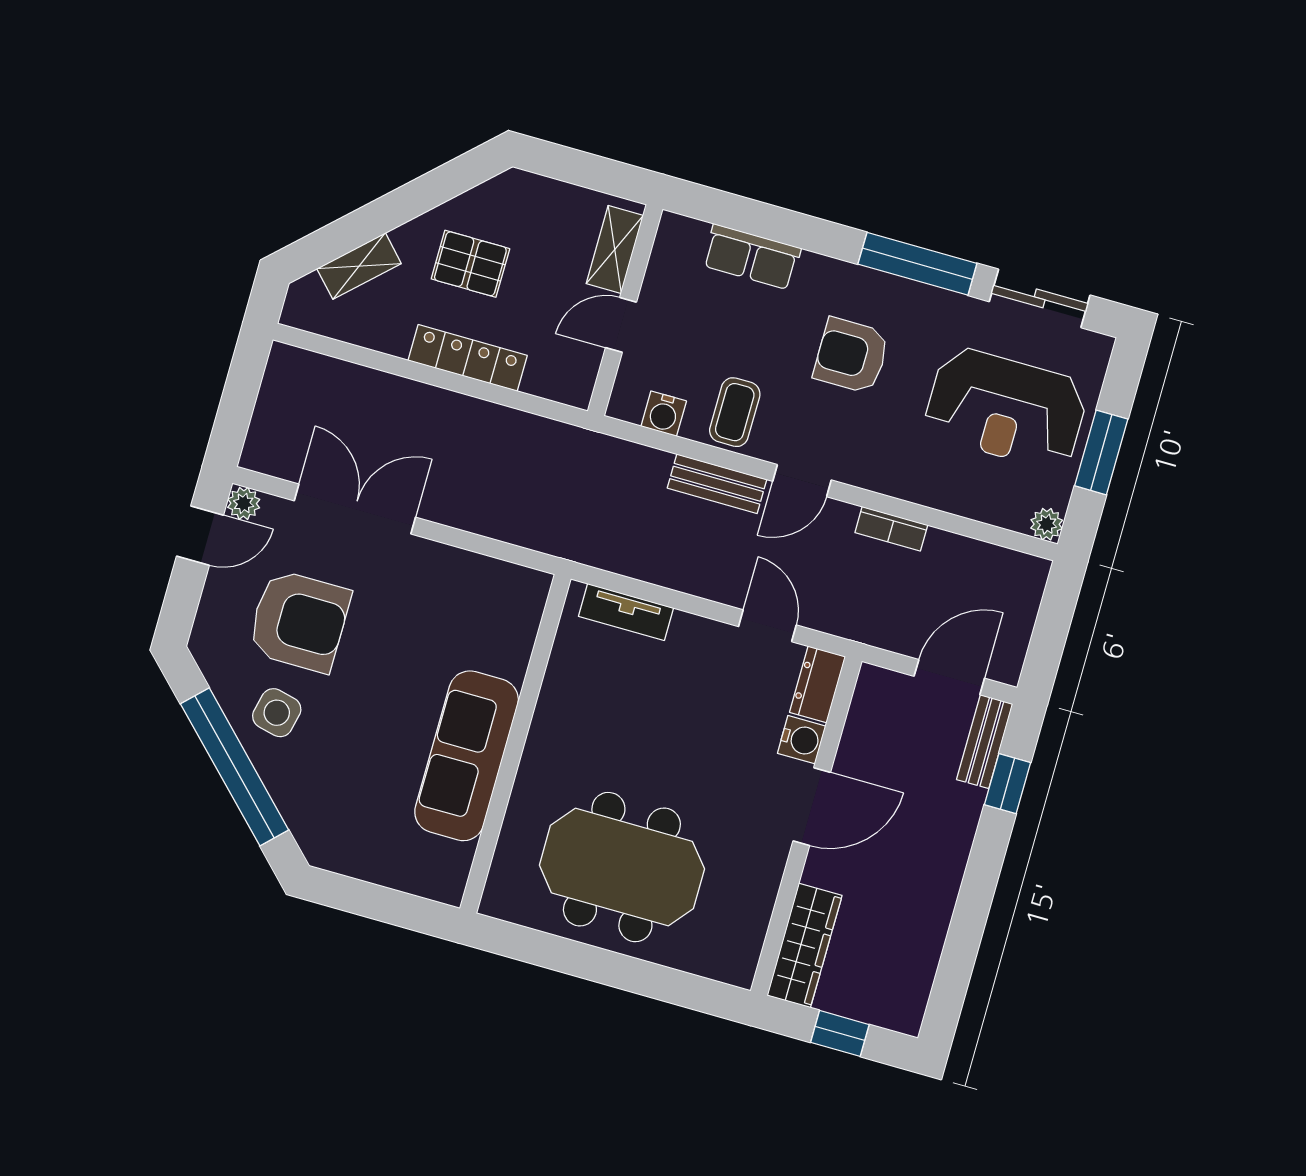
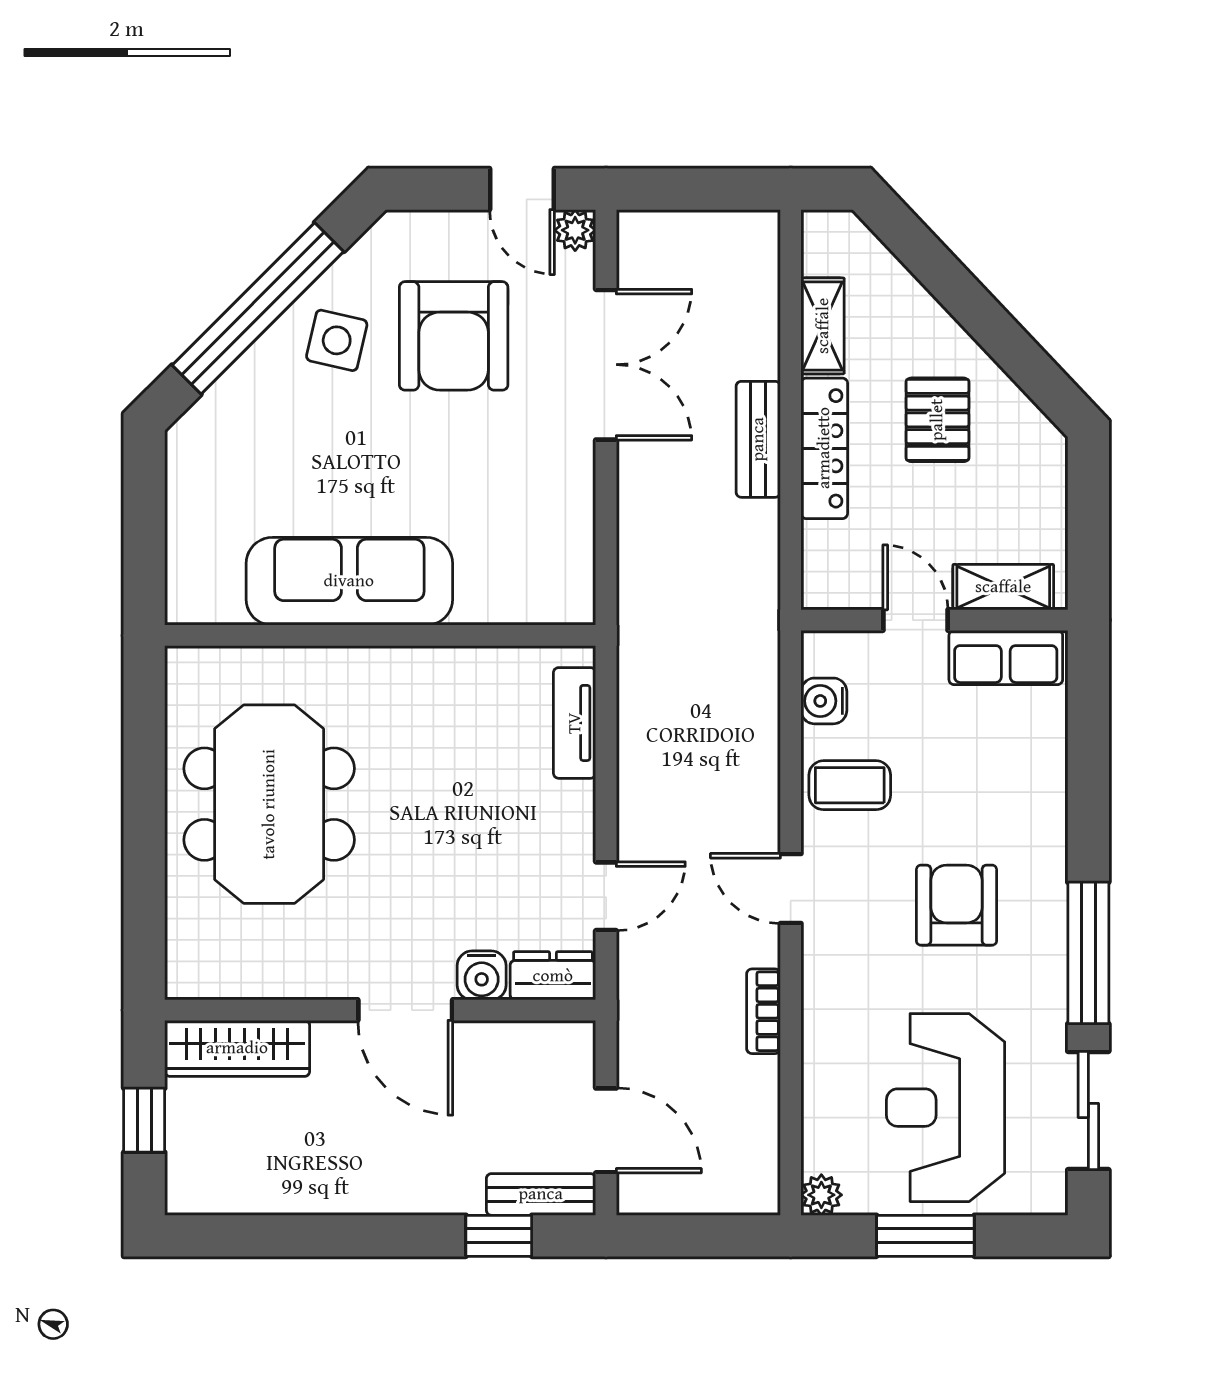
row of seats: (752, 257) -> (1006, 658), moved, turned -90
shelving: (359, 266) -> (823, 326), moved, turned 43
bench: (717, 484) -> (758, 439), moved

